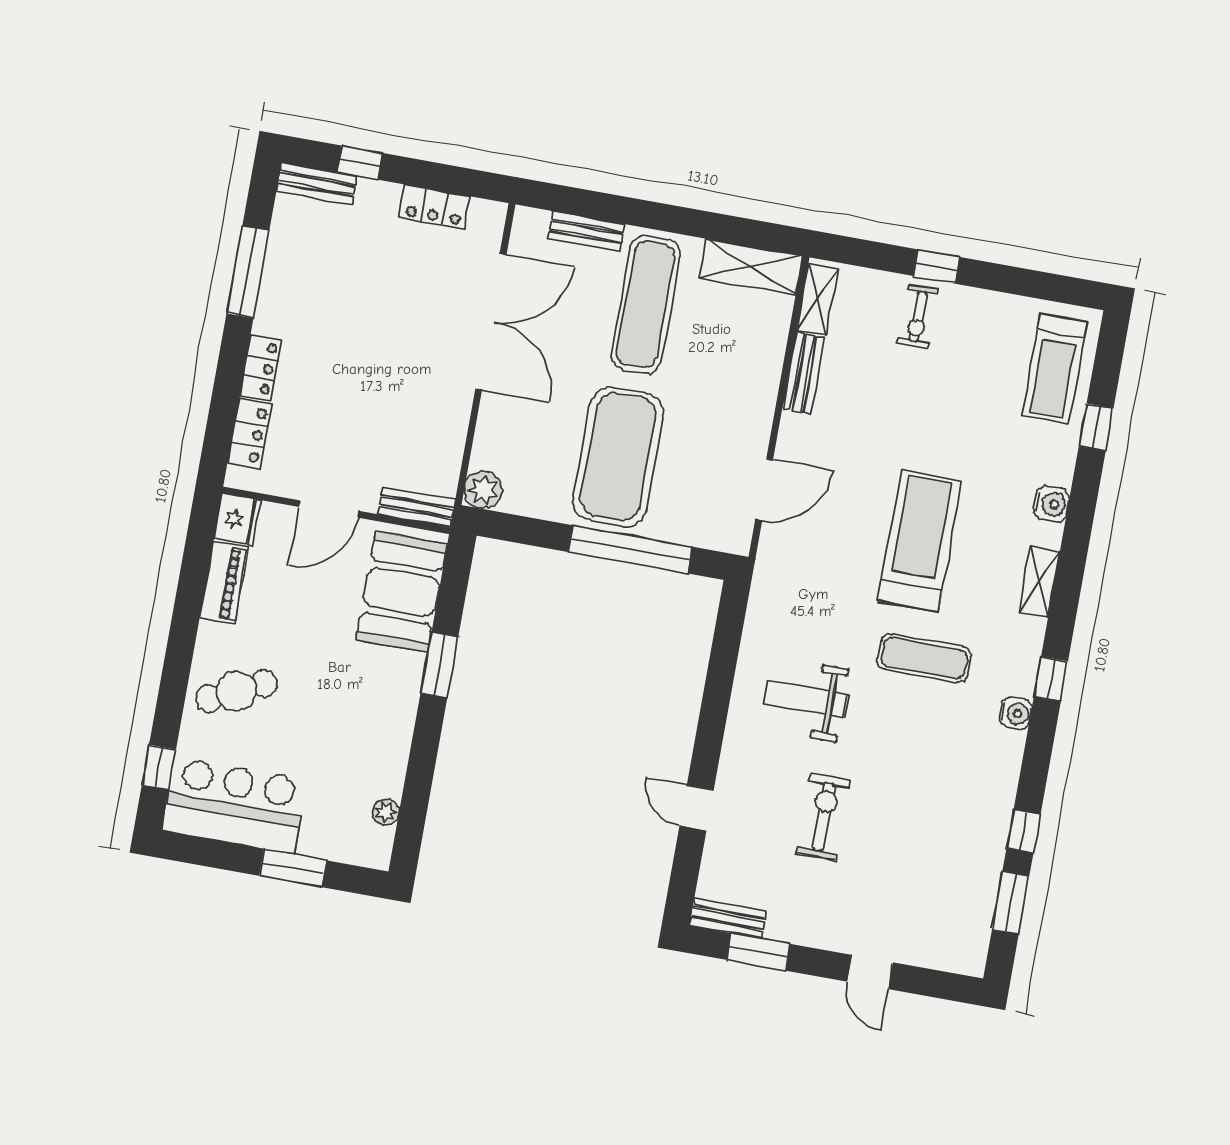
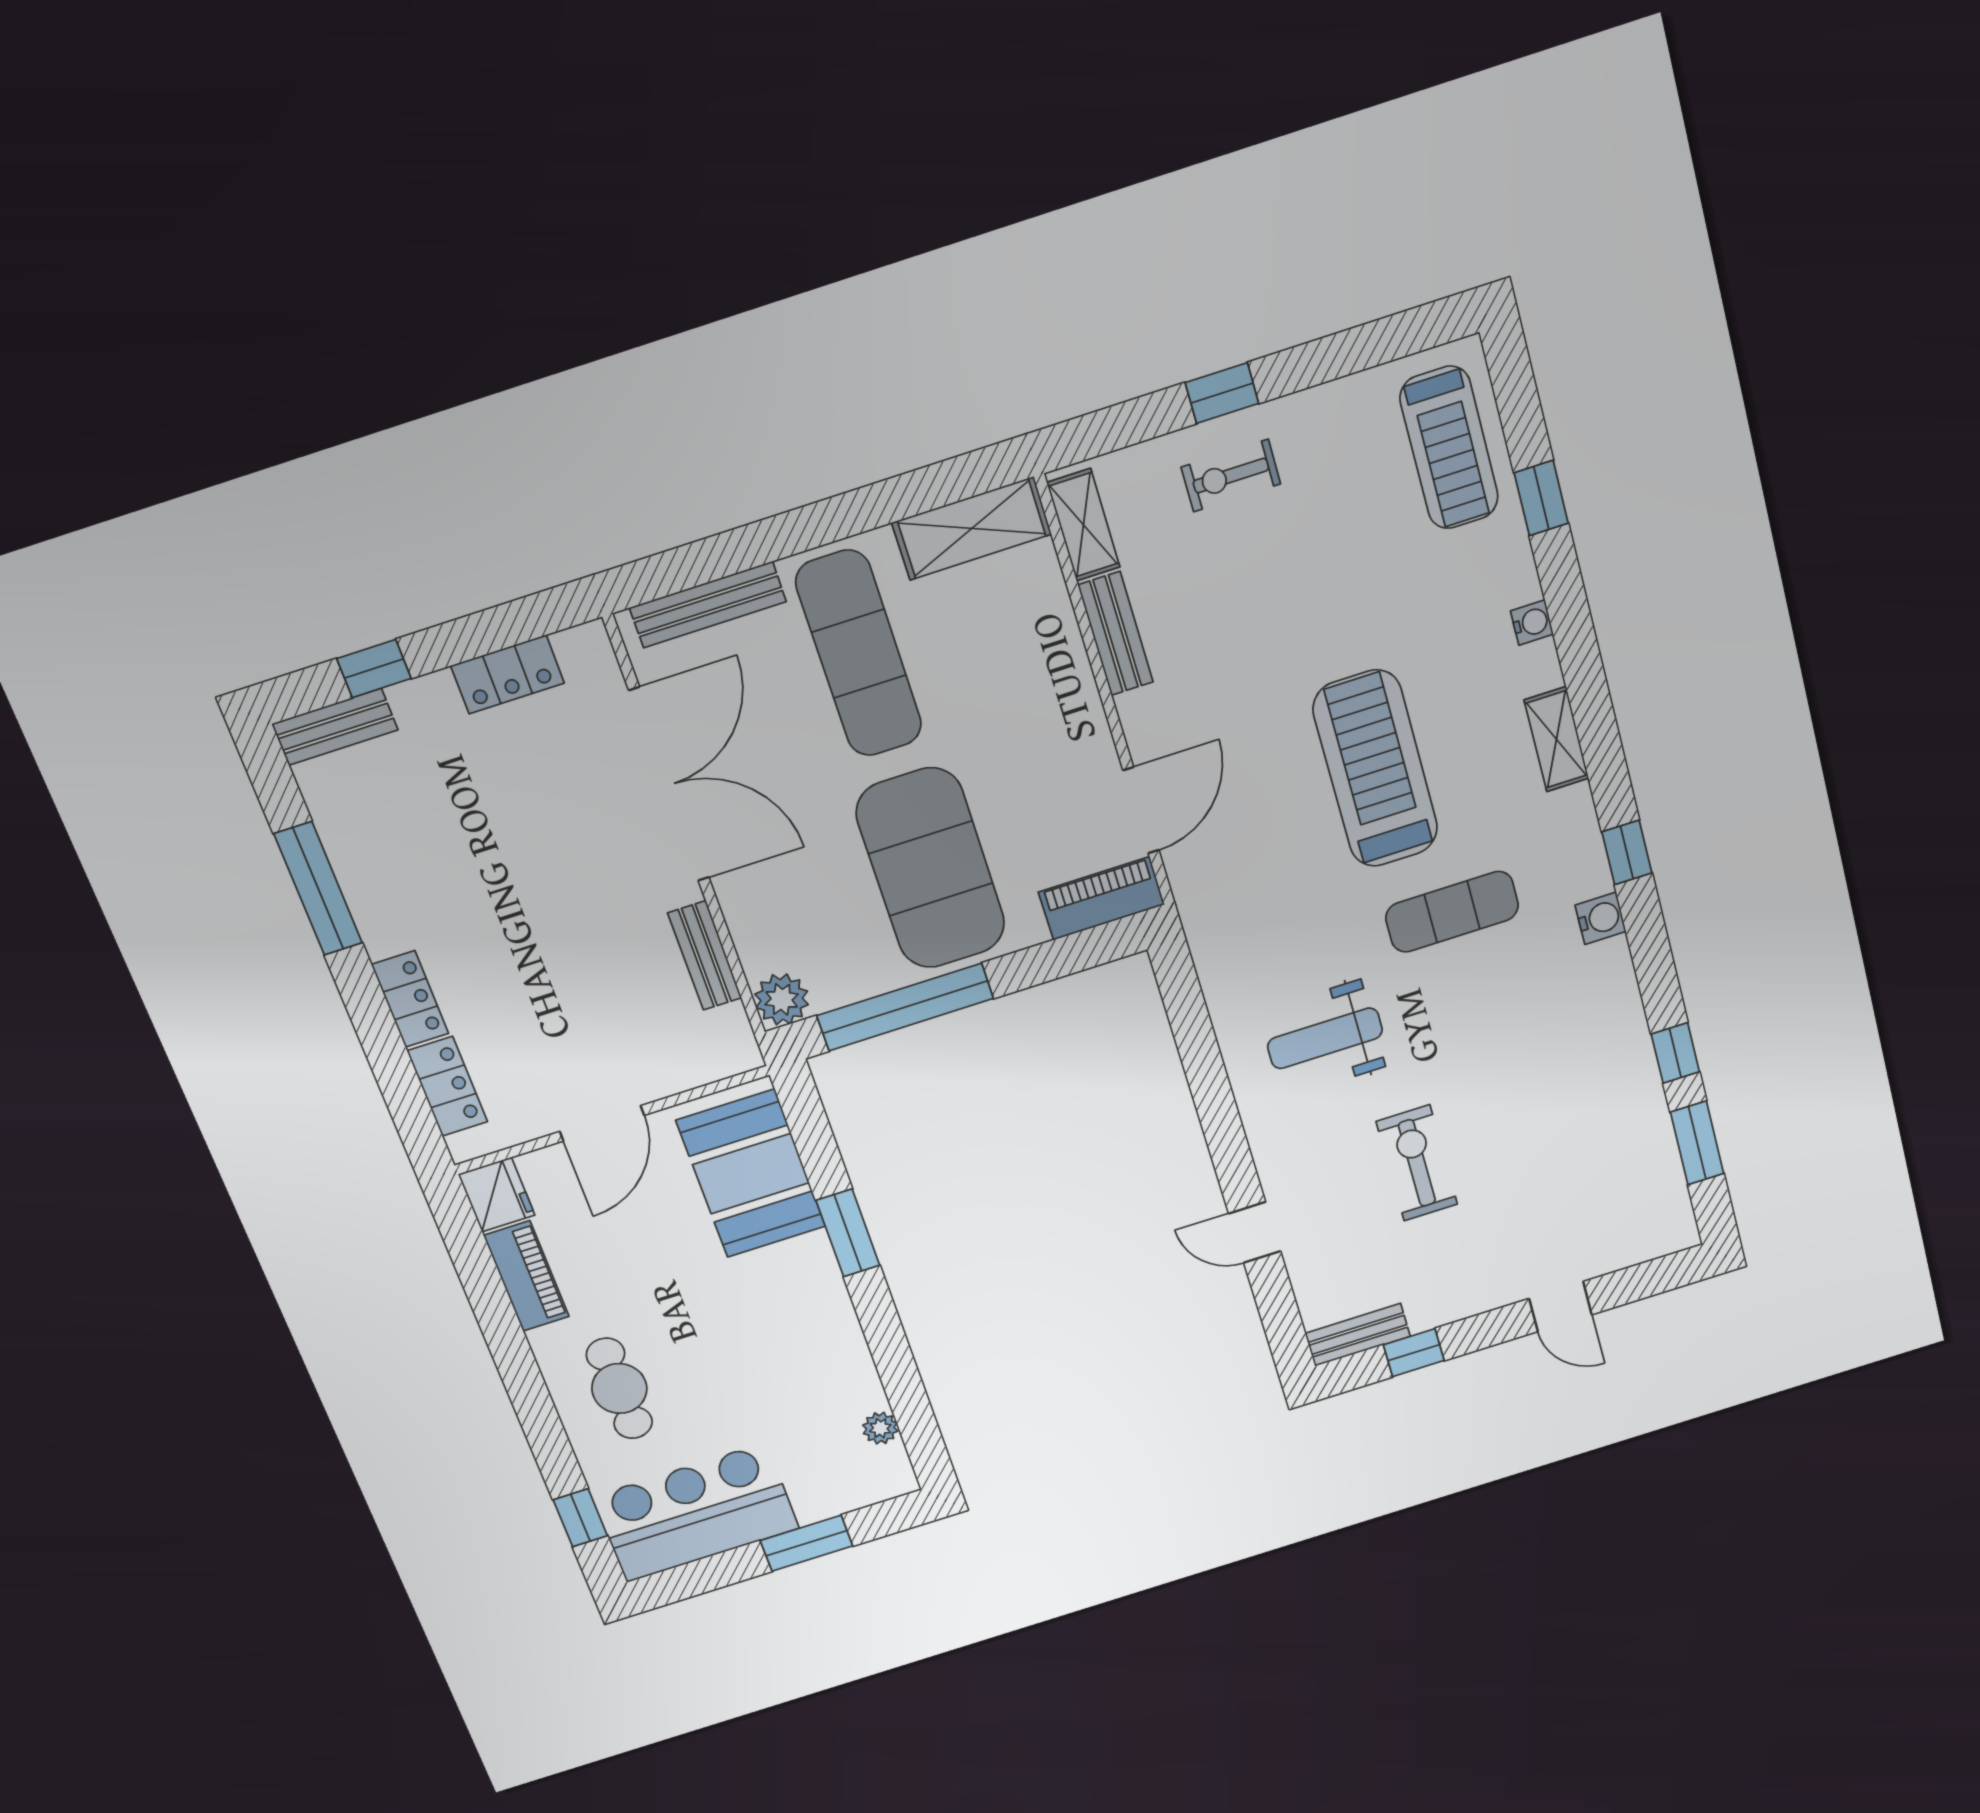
bench: (587, 231) -> (708, 605), width x1.36
exercise bike: (918, 317) -> (1231, 476), turned 90
water cooler: (1051, 504) -> (1532, 623), width x0.72, depth x0.72
bench: (417, 507) -> (705, 956), moved, turned 90
piano: (712, 532) -> (1101, 898), added
window: (630, 549) -> (905, 1007), moved
cafe table: (236, 691) -> (619, 1389), turned -64
window: (758, 952) -> (1414, 1353), width x0.67

